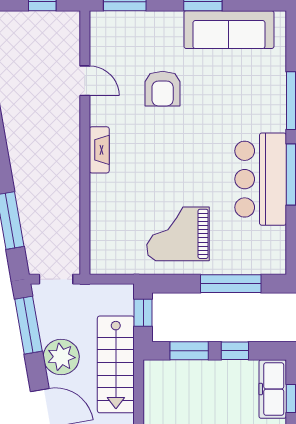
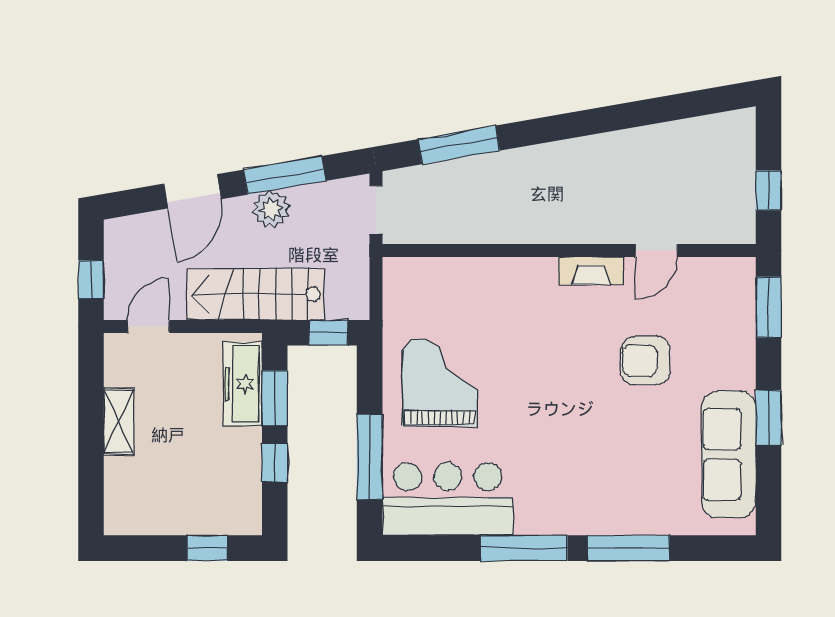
fireplace: (99, 150) -> (591, 271), moved
bar counter: (261, 179) -> (448, 499), moved
window: (28, 325) -> (285, 175), moved
plant: (61, 357) -> (271, 209), width x0.73, depth x0.73
freezer: (273, 389) -> (243, 384), moved, turned -90

